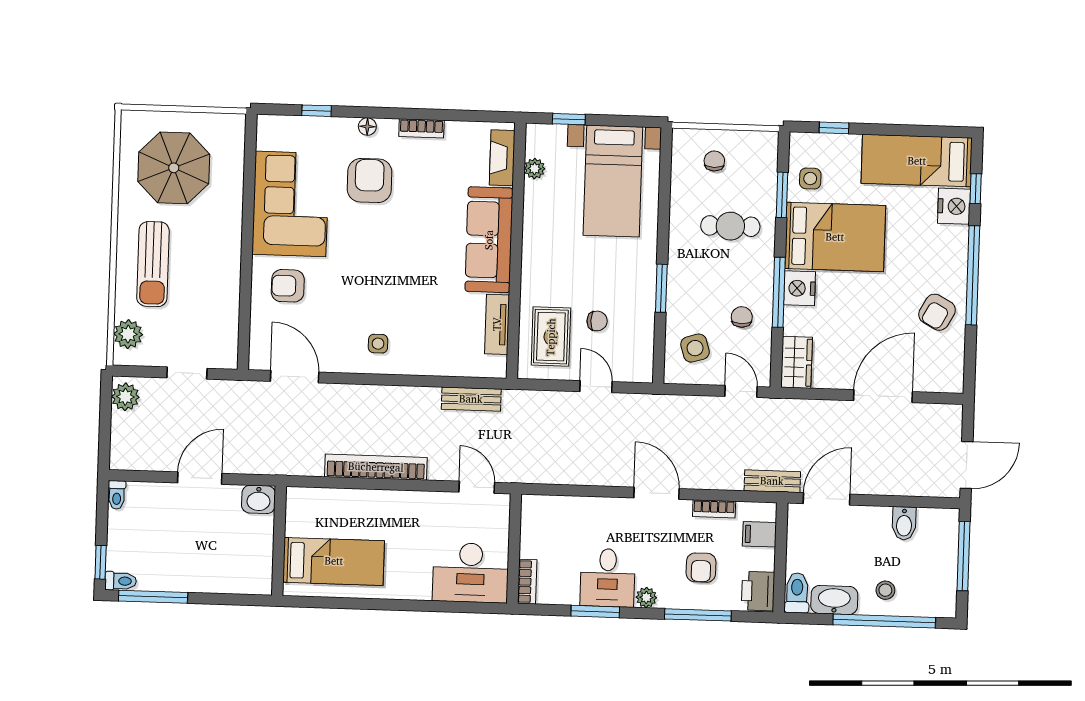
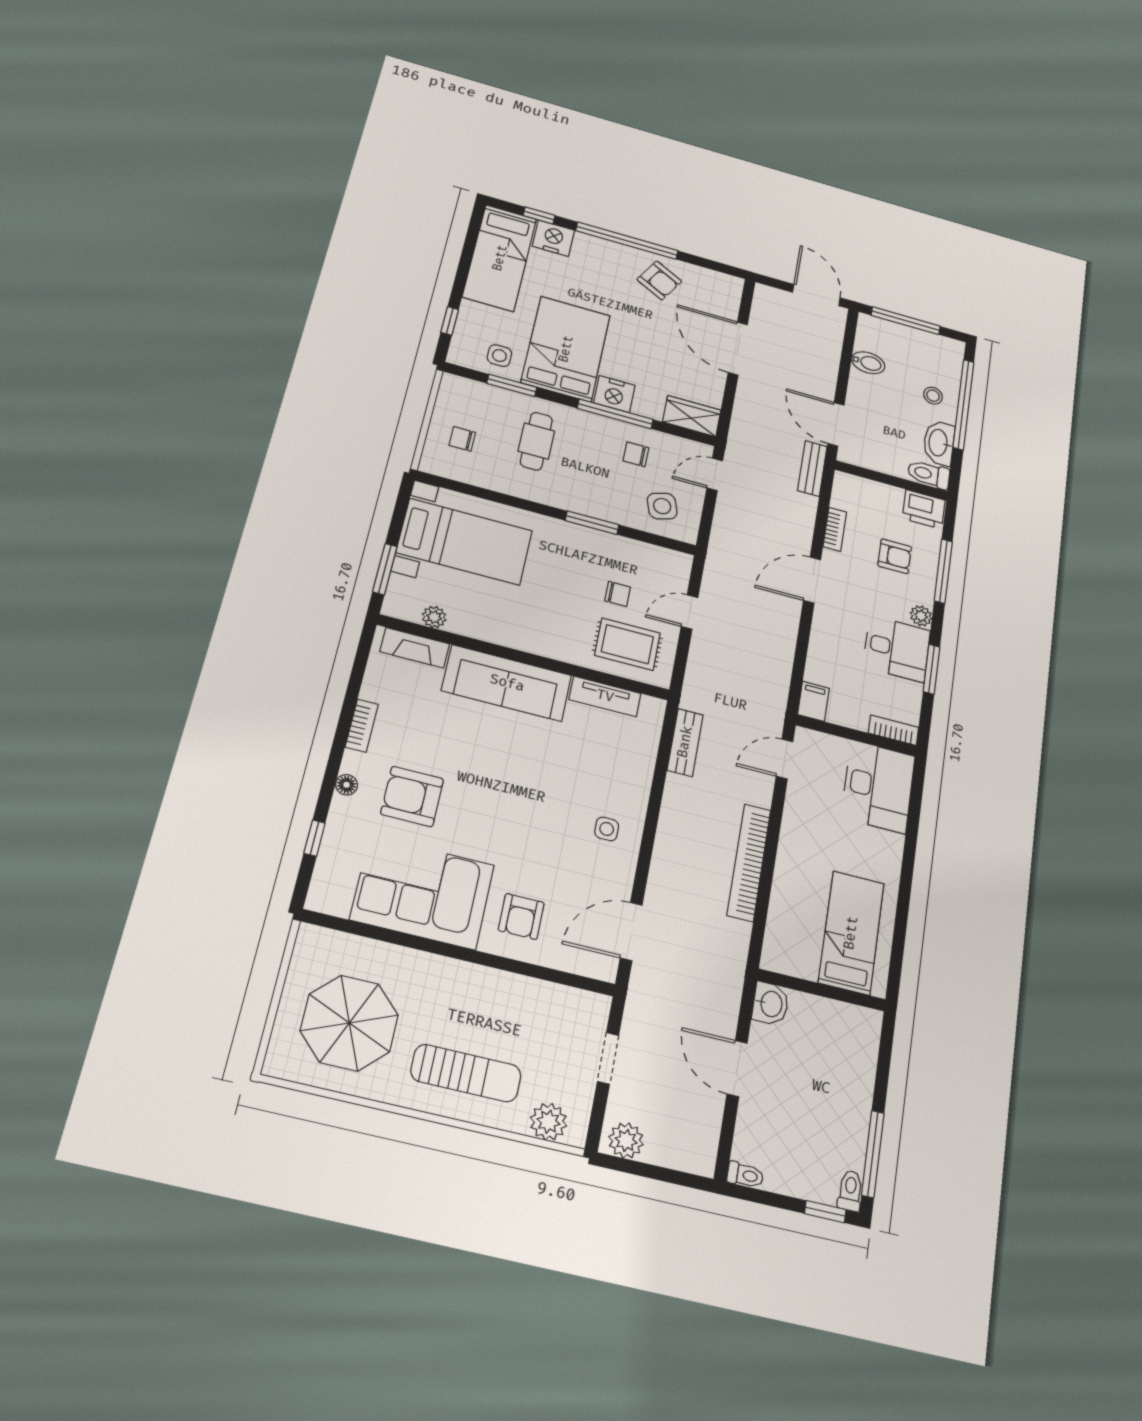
window: (569, 119) -> (385, 569), width x1.50
chair: (597, 321) -> (618, 594), turned 90
filing cabinet: (759, 534) -> (813, 701), moved, turned 180

